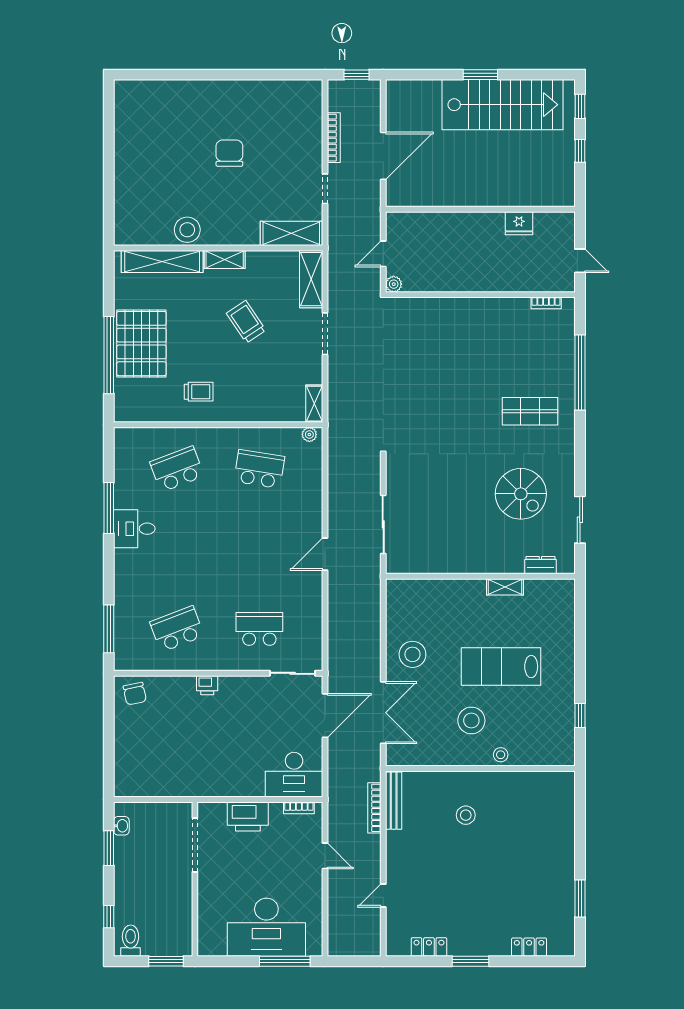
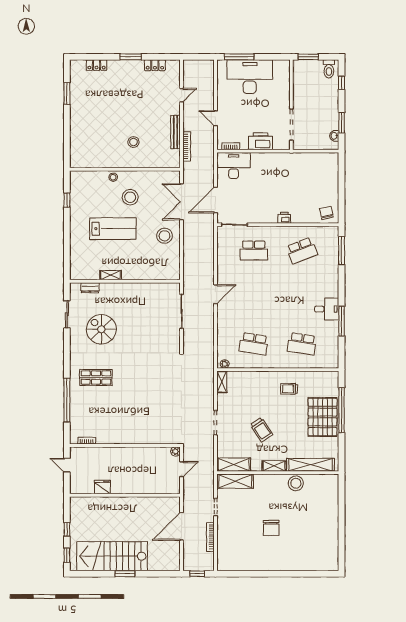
shelving: (311, 279) -> (234, 465), moved, turned 90
school desk: (177, 469) -> (302, 344), turned 30
bench: (394, 801) -> (176, 132), moved

